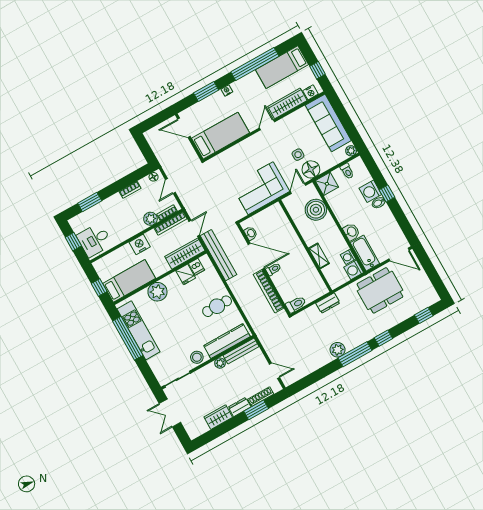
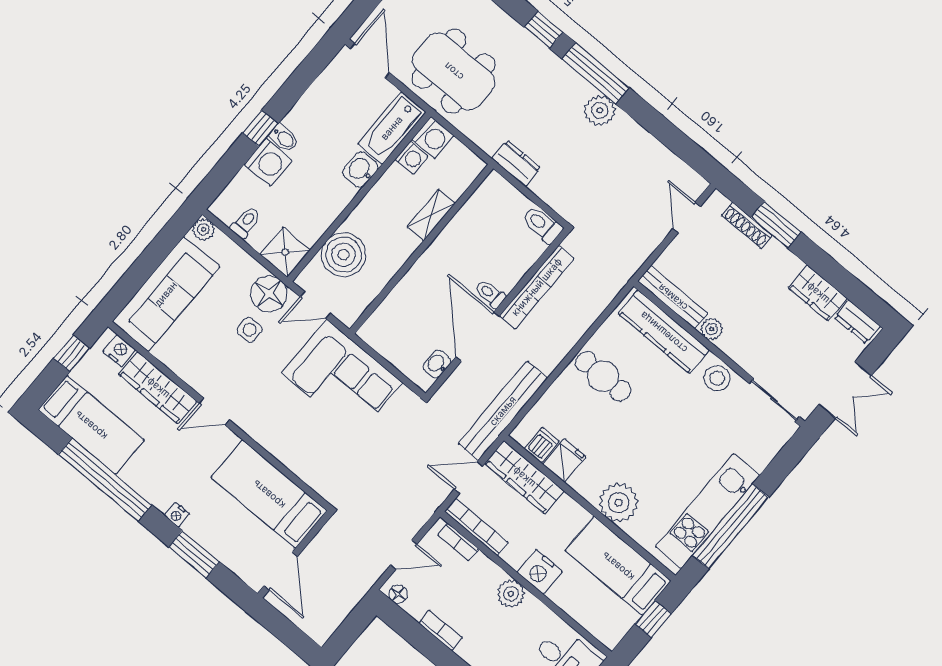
plant: (150, 219) -> (511, 594), moved
dresser: (240, 407) -> (857, 322), moved

